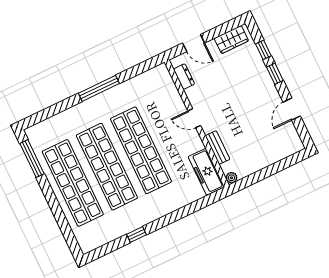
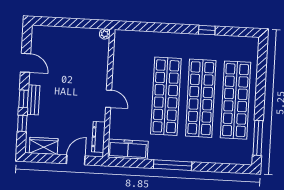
door: (194, 43) -> (76, 160), hinge flipped
dresser: (184, 77) -> (98, 137), width x1.44
door: (292, 109) -> (25, 63), hinge flipped
bench: (218, 147) -> (33, 100), moved
freezer: (206, 172) -> (128, 149), moved, turned -90

